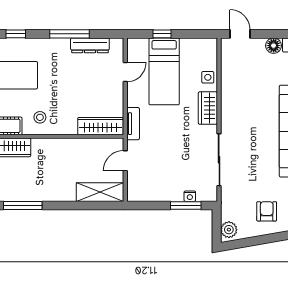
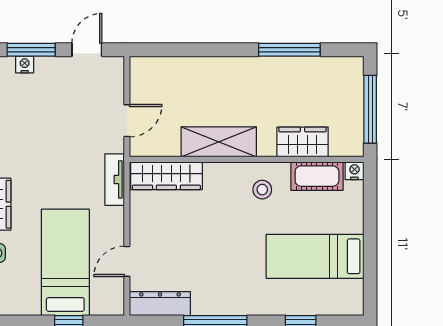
dresser: (90, 45) -> (160, 304), moved
shelving: (100, 192) -> (219, 142), moved
door: (151, 205) -> (87, 50), added

